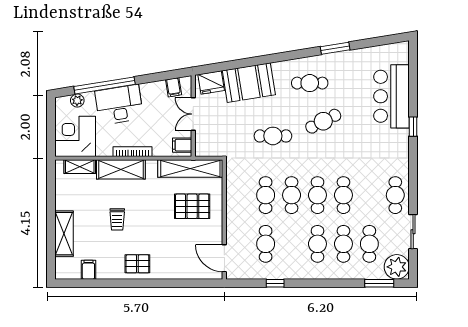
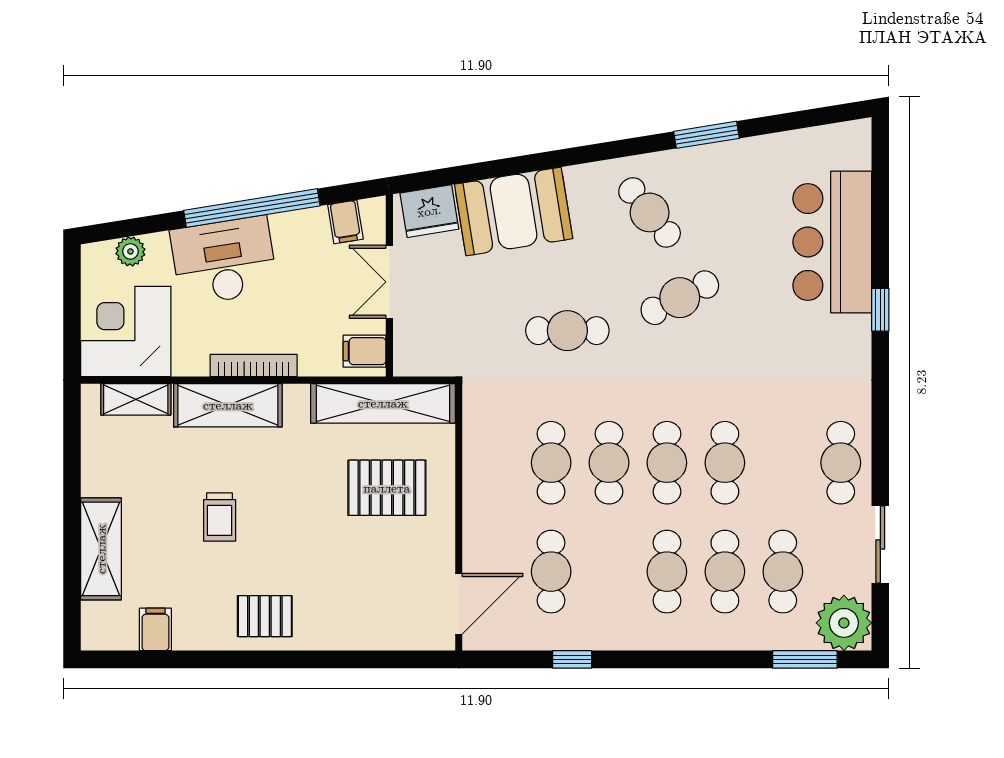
cafe table: (310, 83) -> (650, 212), turned 51
window: (104, 85) -> (252, 208), moved
door: (224, 258) -> (459, 604), swing flipped

